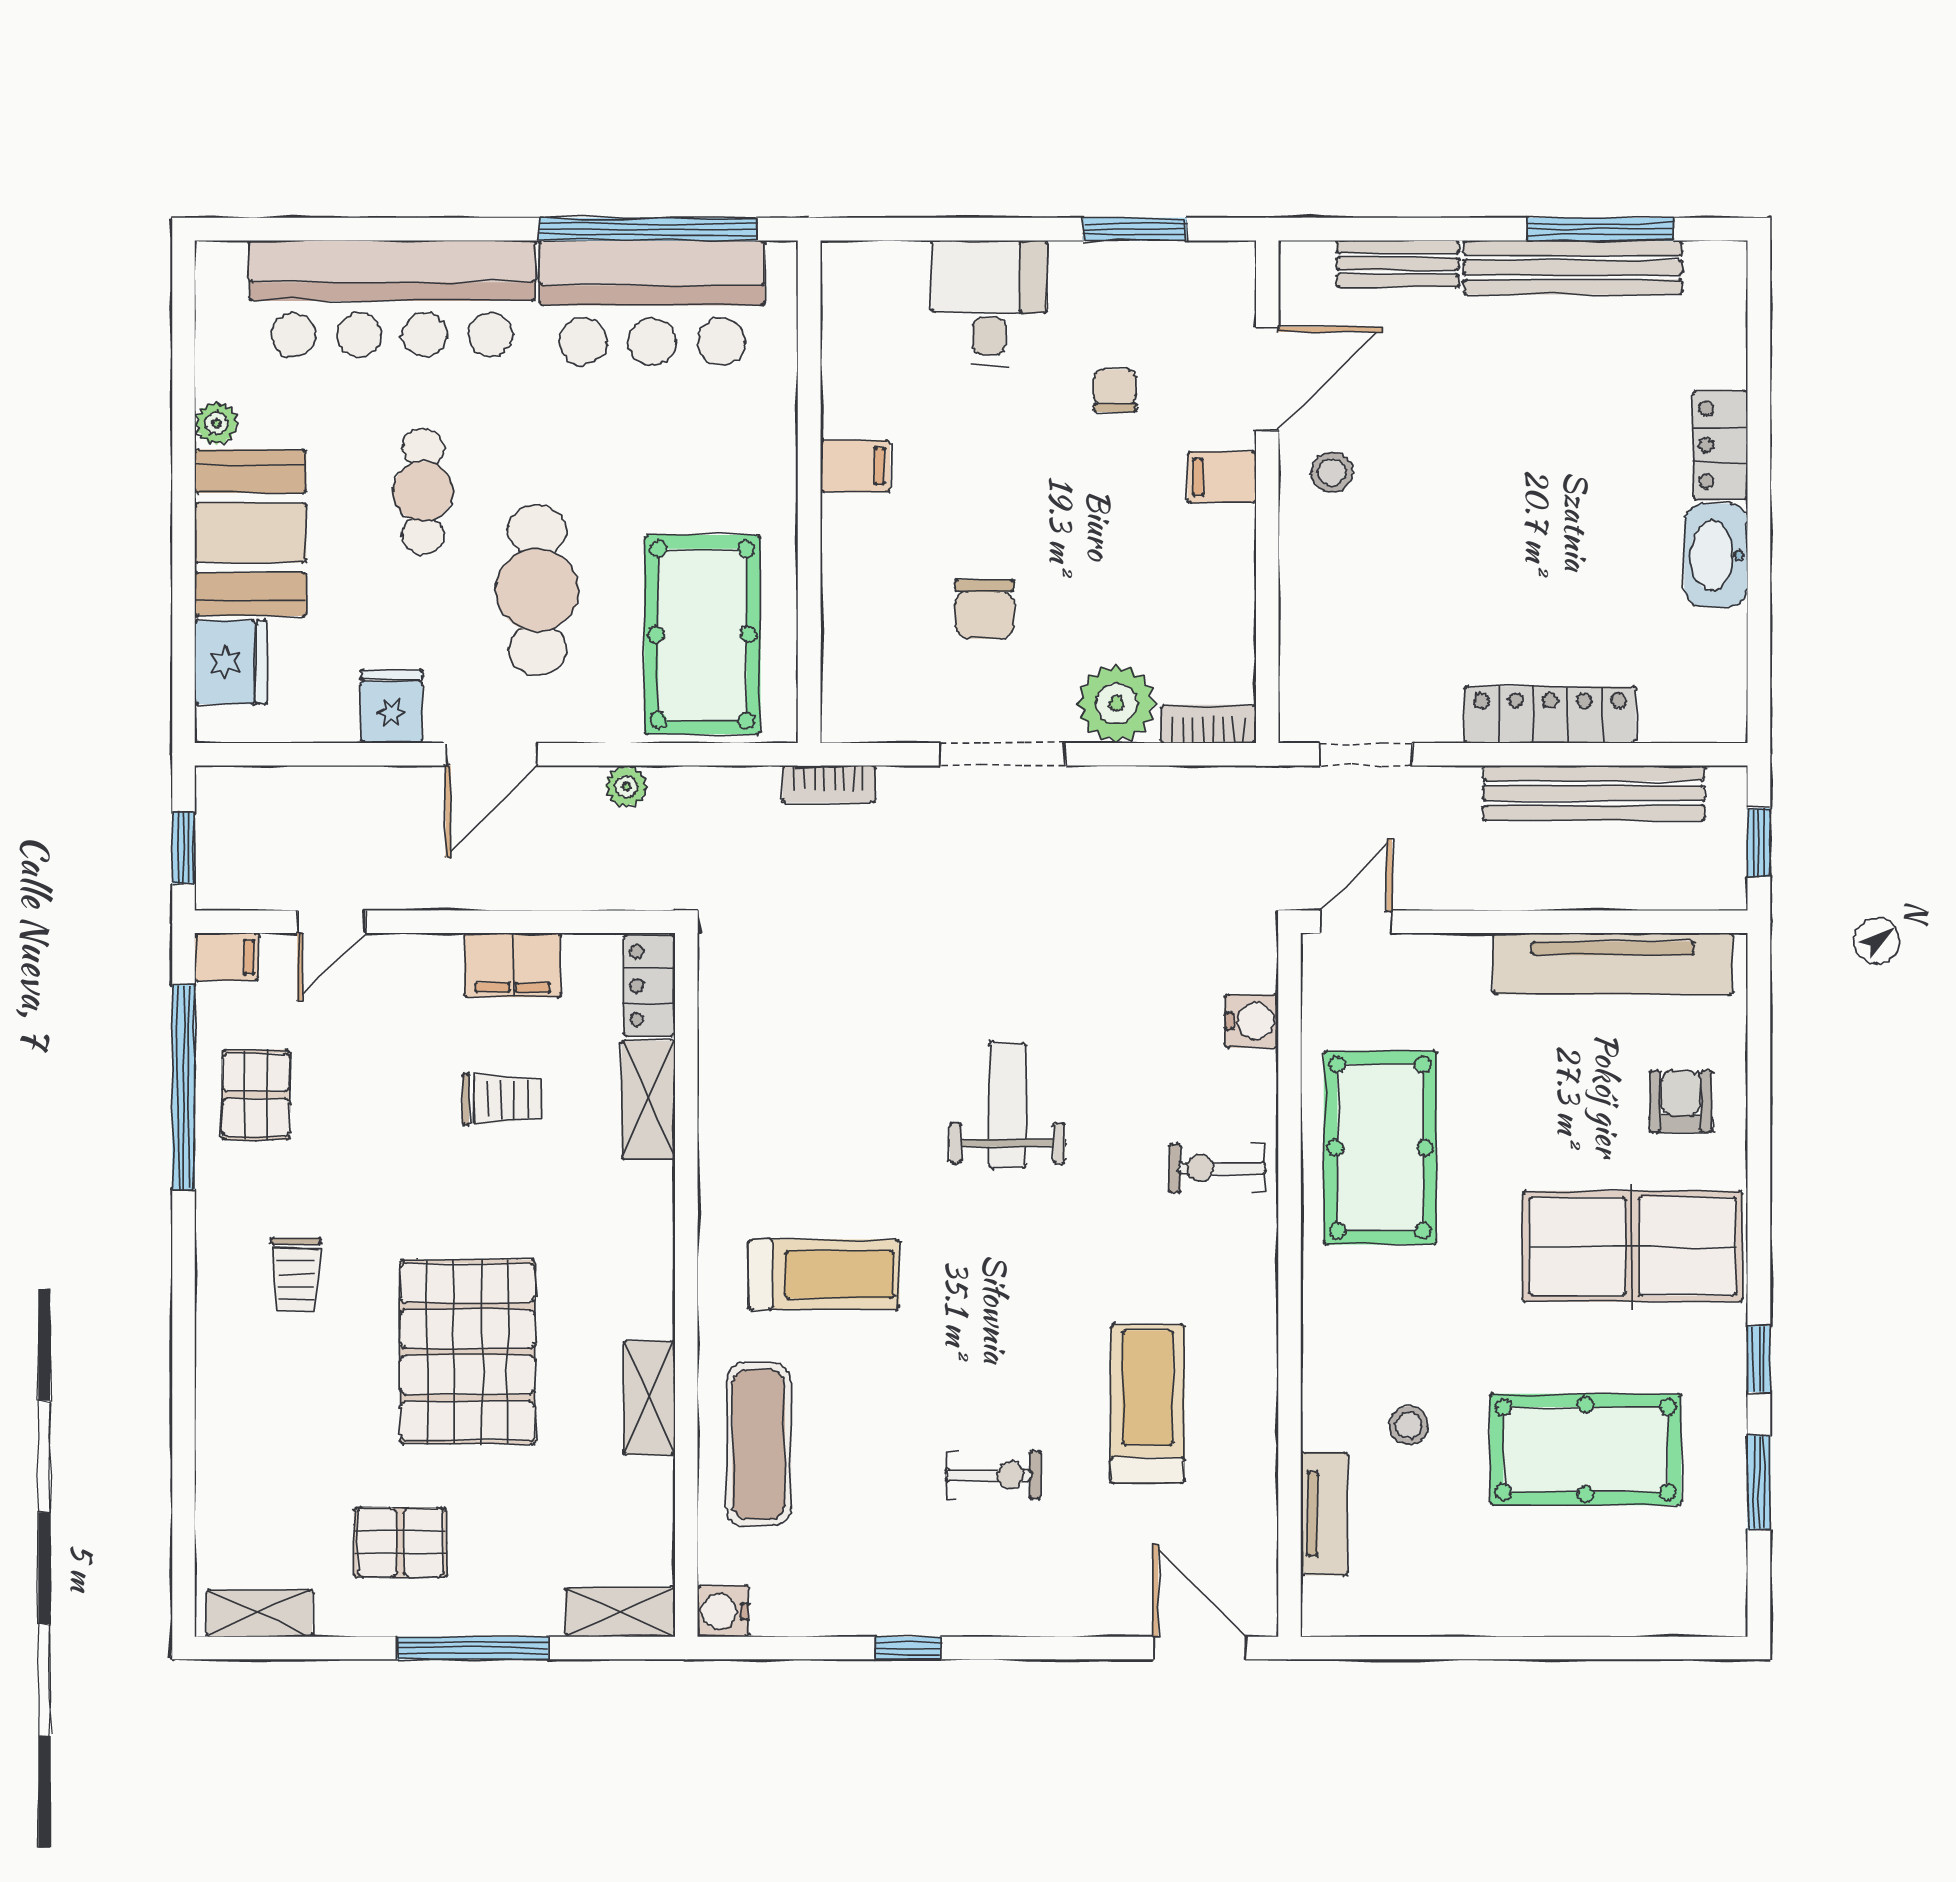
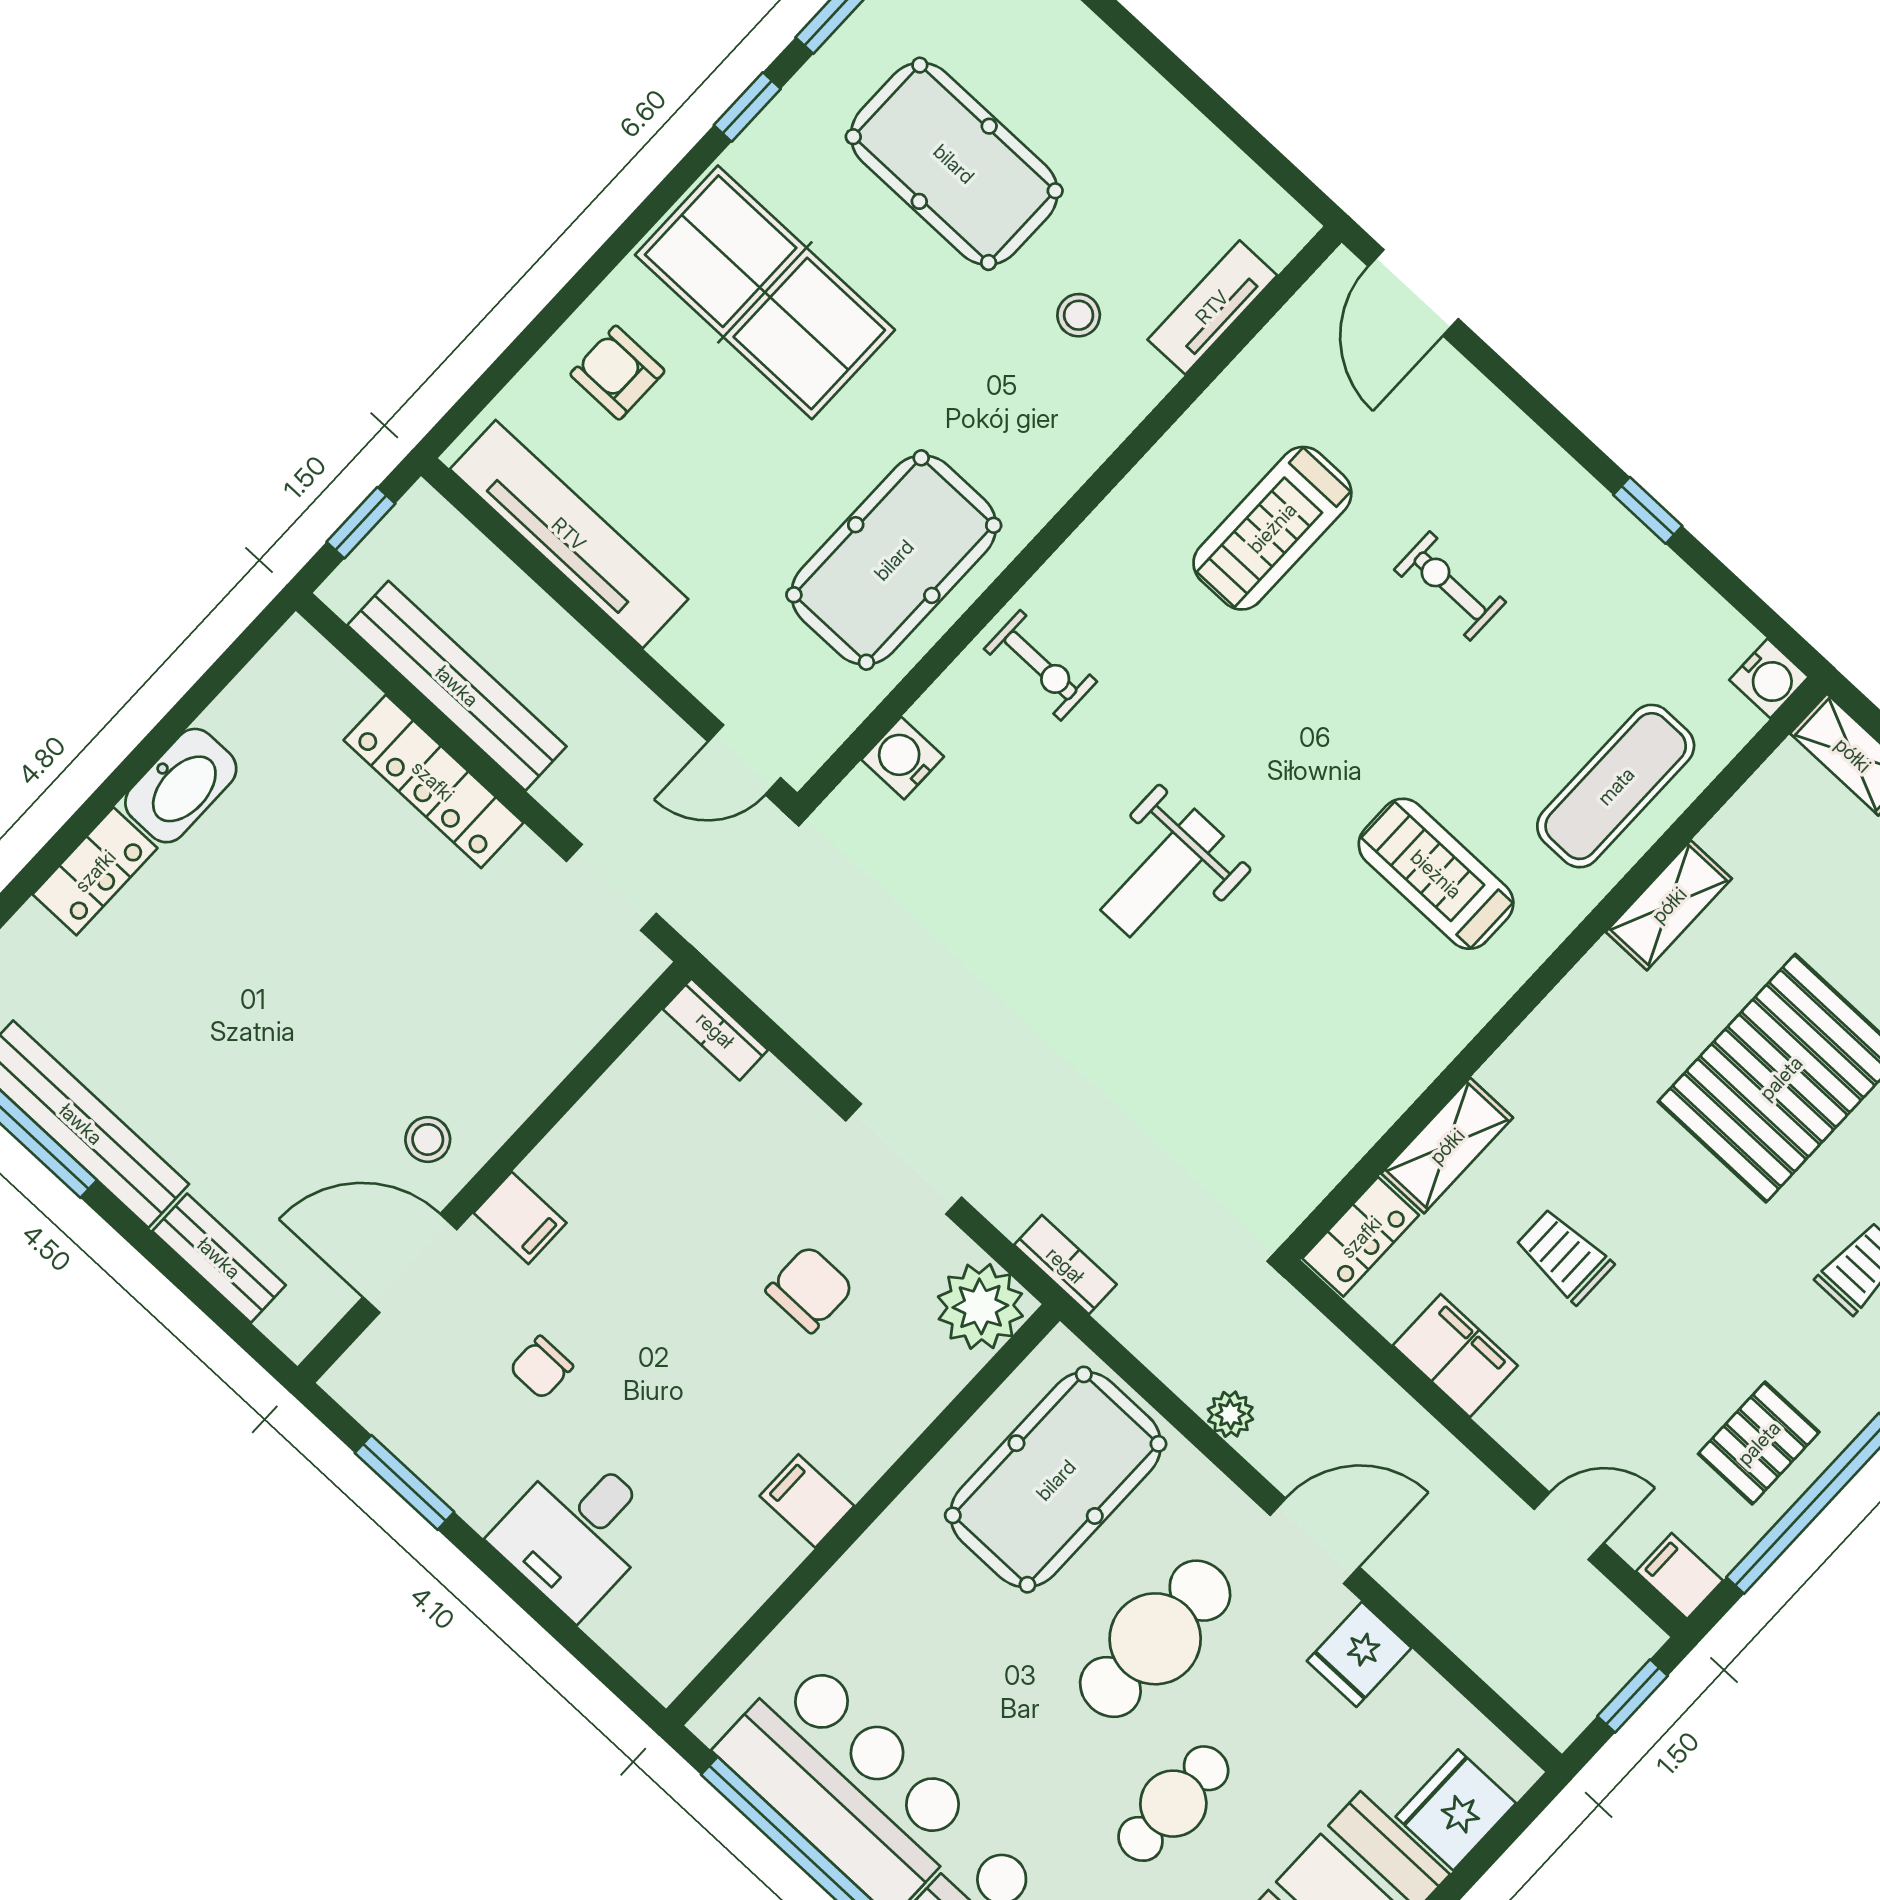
plant: (1116, 703) -> (980, 1306), moved
armchair: (1681, 1101) -> (617, 373), turned 90

